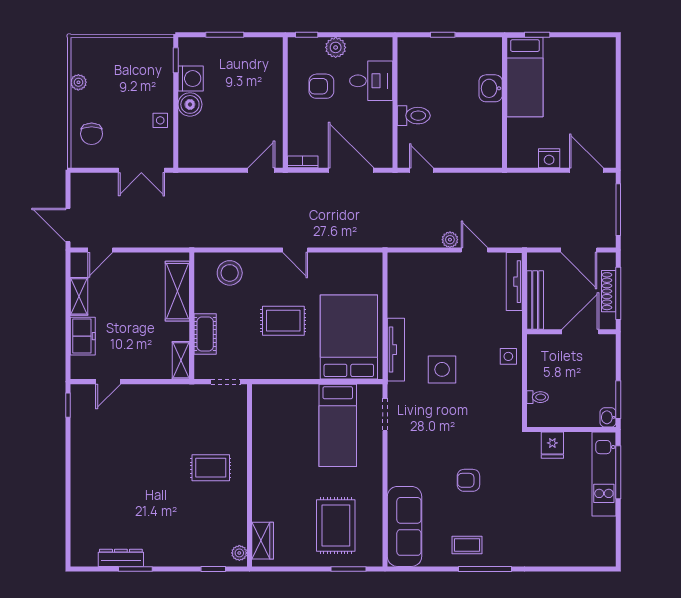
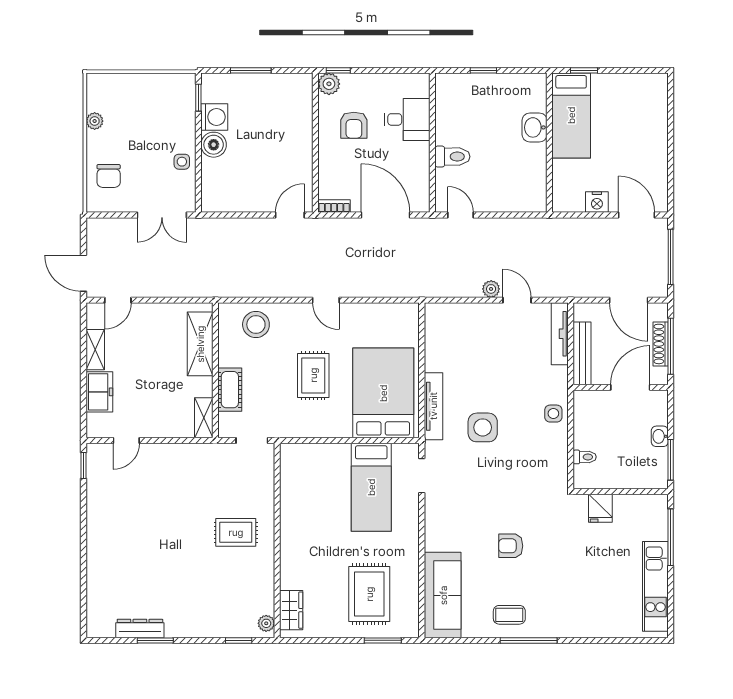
plant: (336, 47) -> (329, 84), moved
armchair: (321, 86) -> (354, 125), turned -90
rug: (283, 321) -> (313, 375), turned 90
washbasin: (608, 417) -> (660, 436), moved
kitchen unit: (604, 474) -> (655, 586), moved

